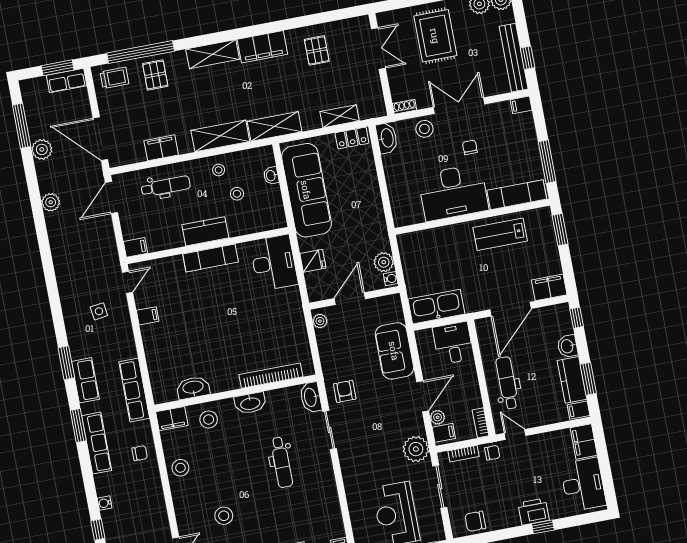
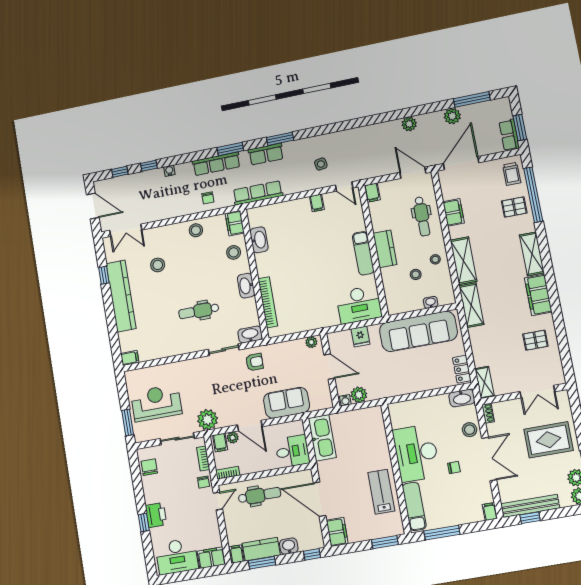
shelving: (340, 116) -> (485, 382), moved

